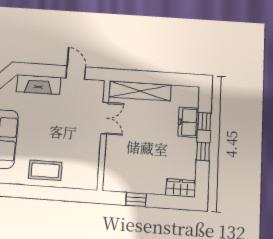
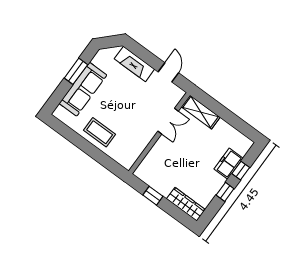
shelving: (140, 91) -> (201, 112), width x0.68
wardrobe: (181, 188) -> (186, 204), width x1.50

